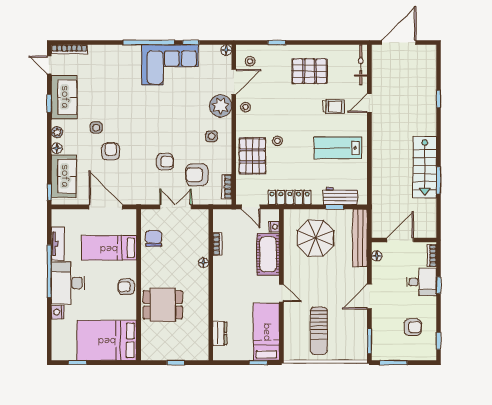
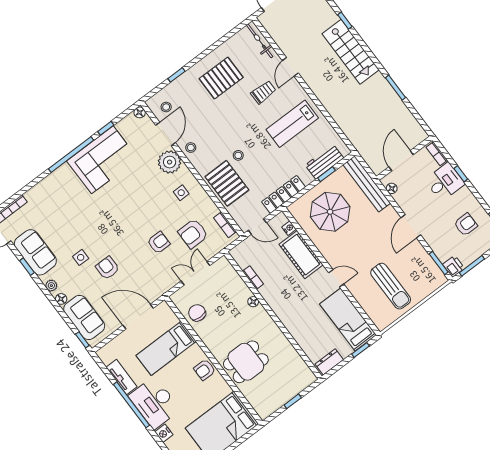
stairs: (425, 167) -> (351, 52), moved
dresser: (220, 333) -> (329, 362), moved, turned -90
printer: (379, 352) -> (453, 266), added

